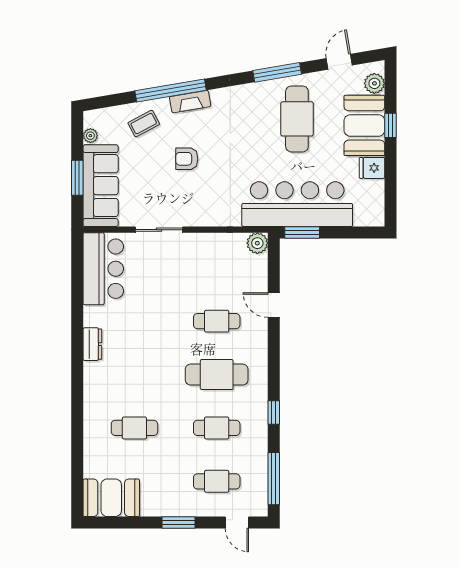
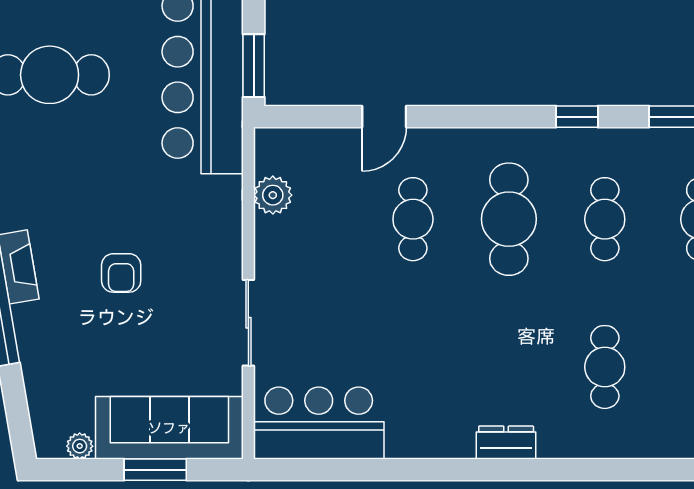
coffee table: (144, 124) -> (58, 350), removed
plant: (257, 243) -> (273, 195), moved
dresser: (92, 344) -> (506, 442), moved

